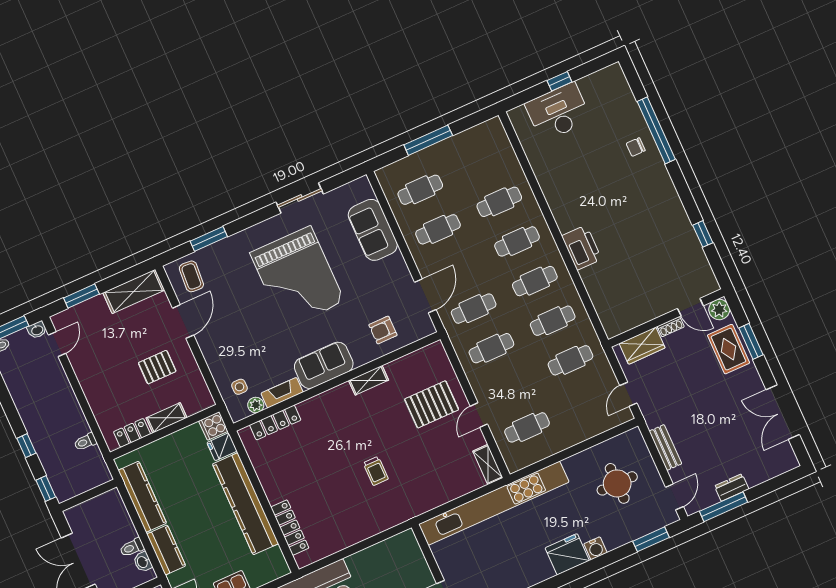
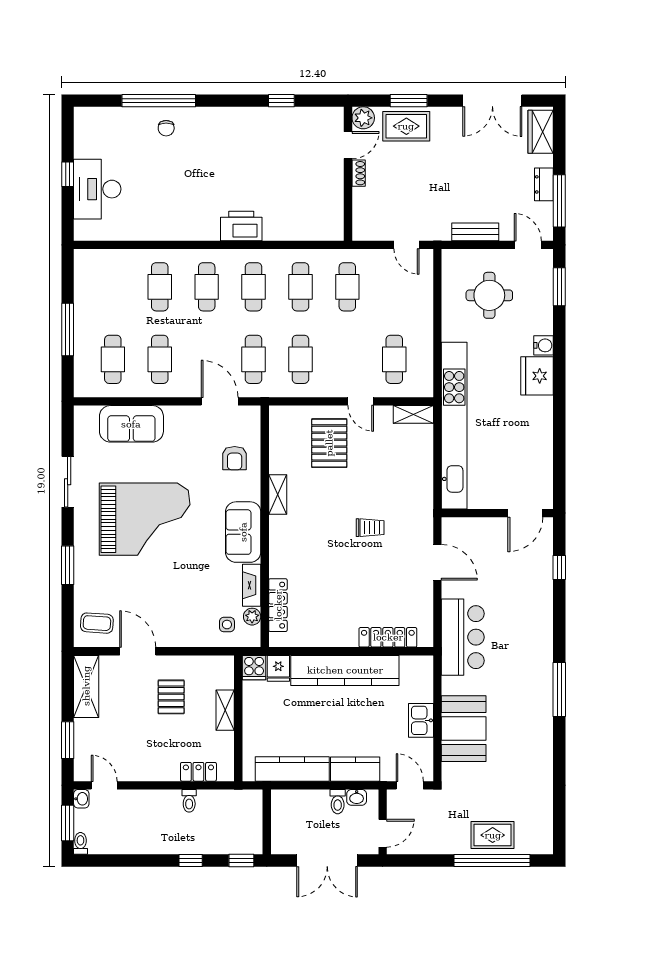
window: (209, 239) -> (68, 565), moved
wardrobe: (642, 346) -> (541, 132), moved, turned 180
locker: (132, 433) -> (198, 772), moved, turned 90
toilet: (85, 442) -> (189, 801), moved
door: (372, 541) -> (437, 562), added

